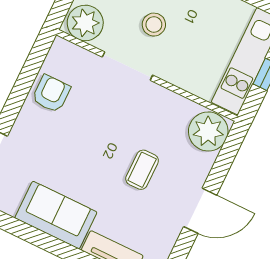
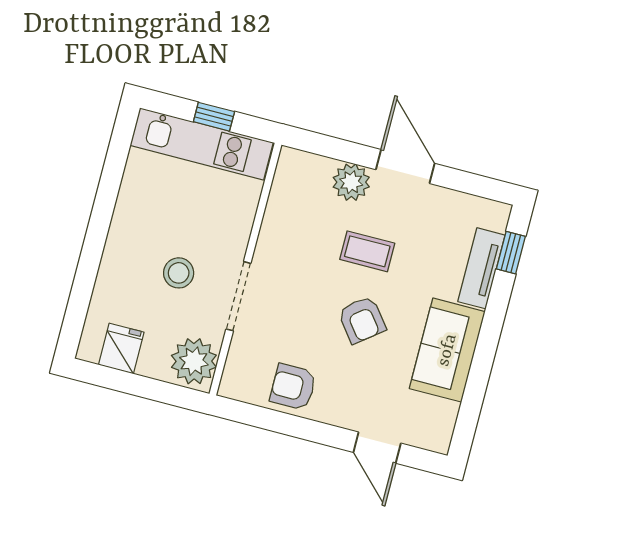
plant: (208, 131) -> (351, 182), moved, width x0.73, depth x0.73
armchair: (91, 155) -> (362, 320), added

